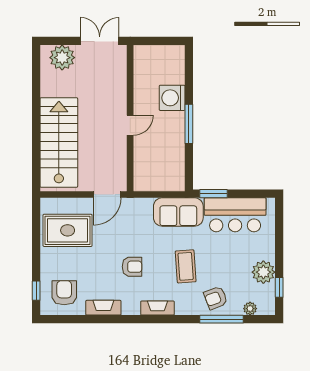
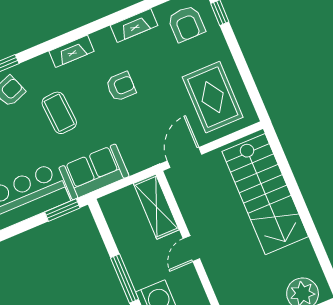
shelving: (143, 167) -> (156, 207), added
rug: (68, 230) -> (213, 97), turned 90
armchair: (132, 267) -> (121, 86), turned 180

